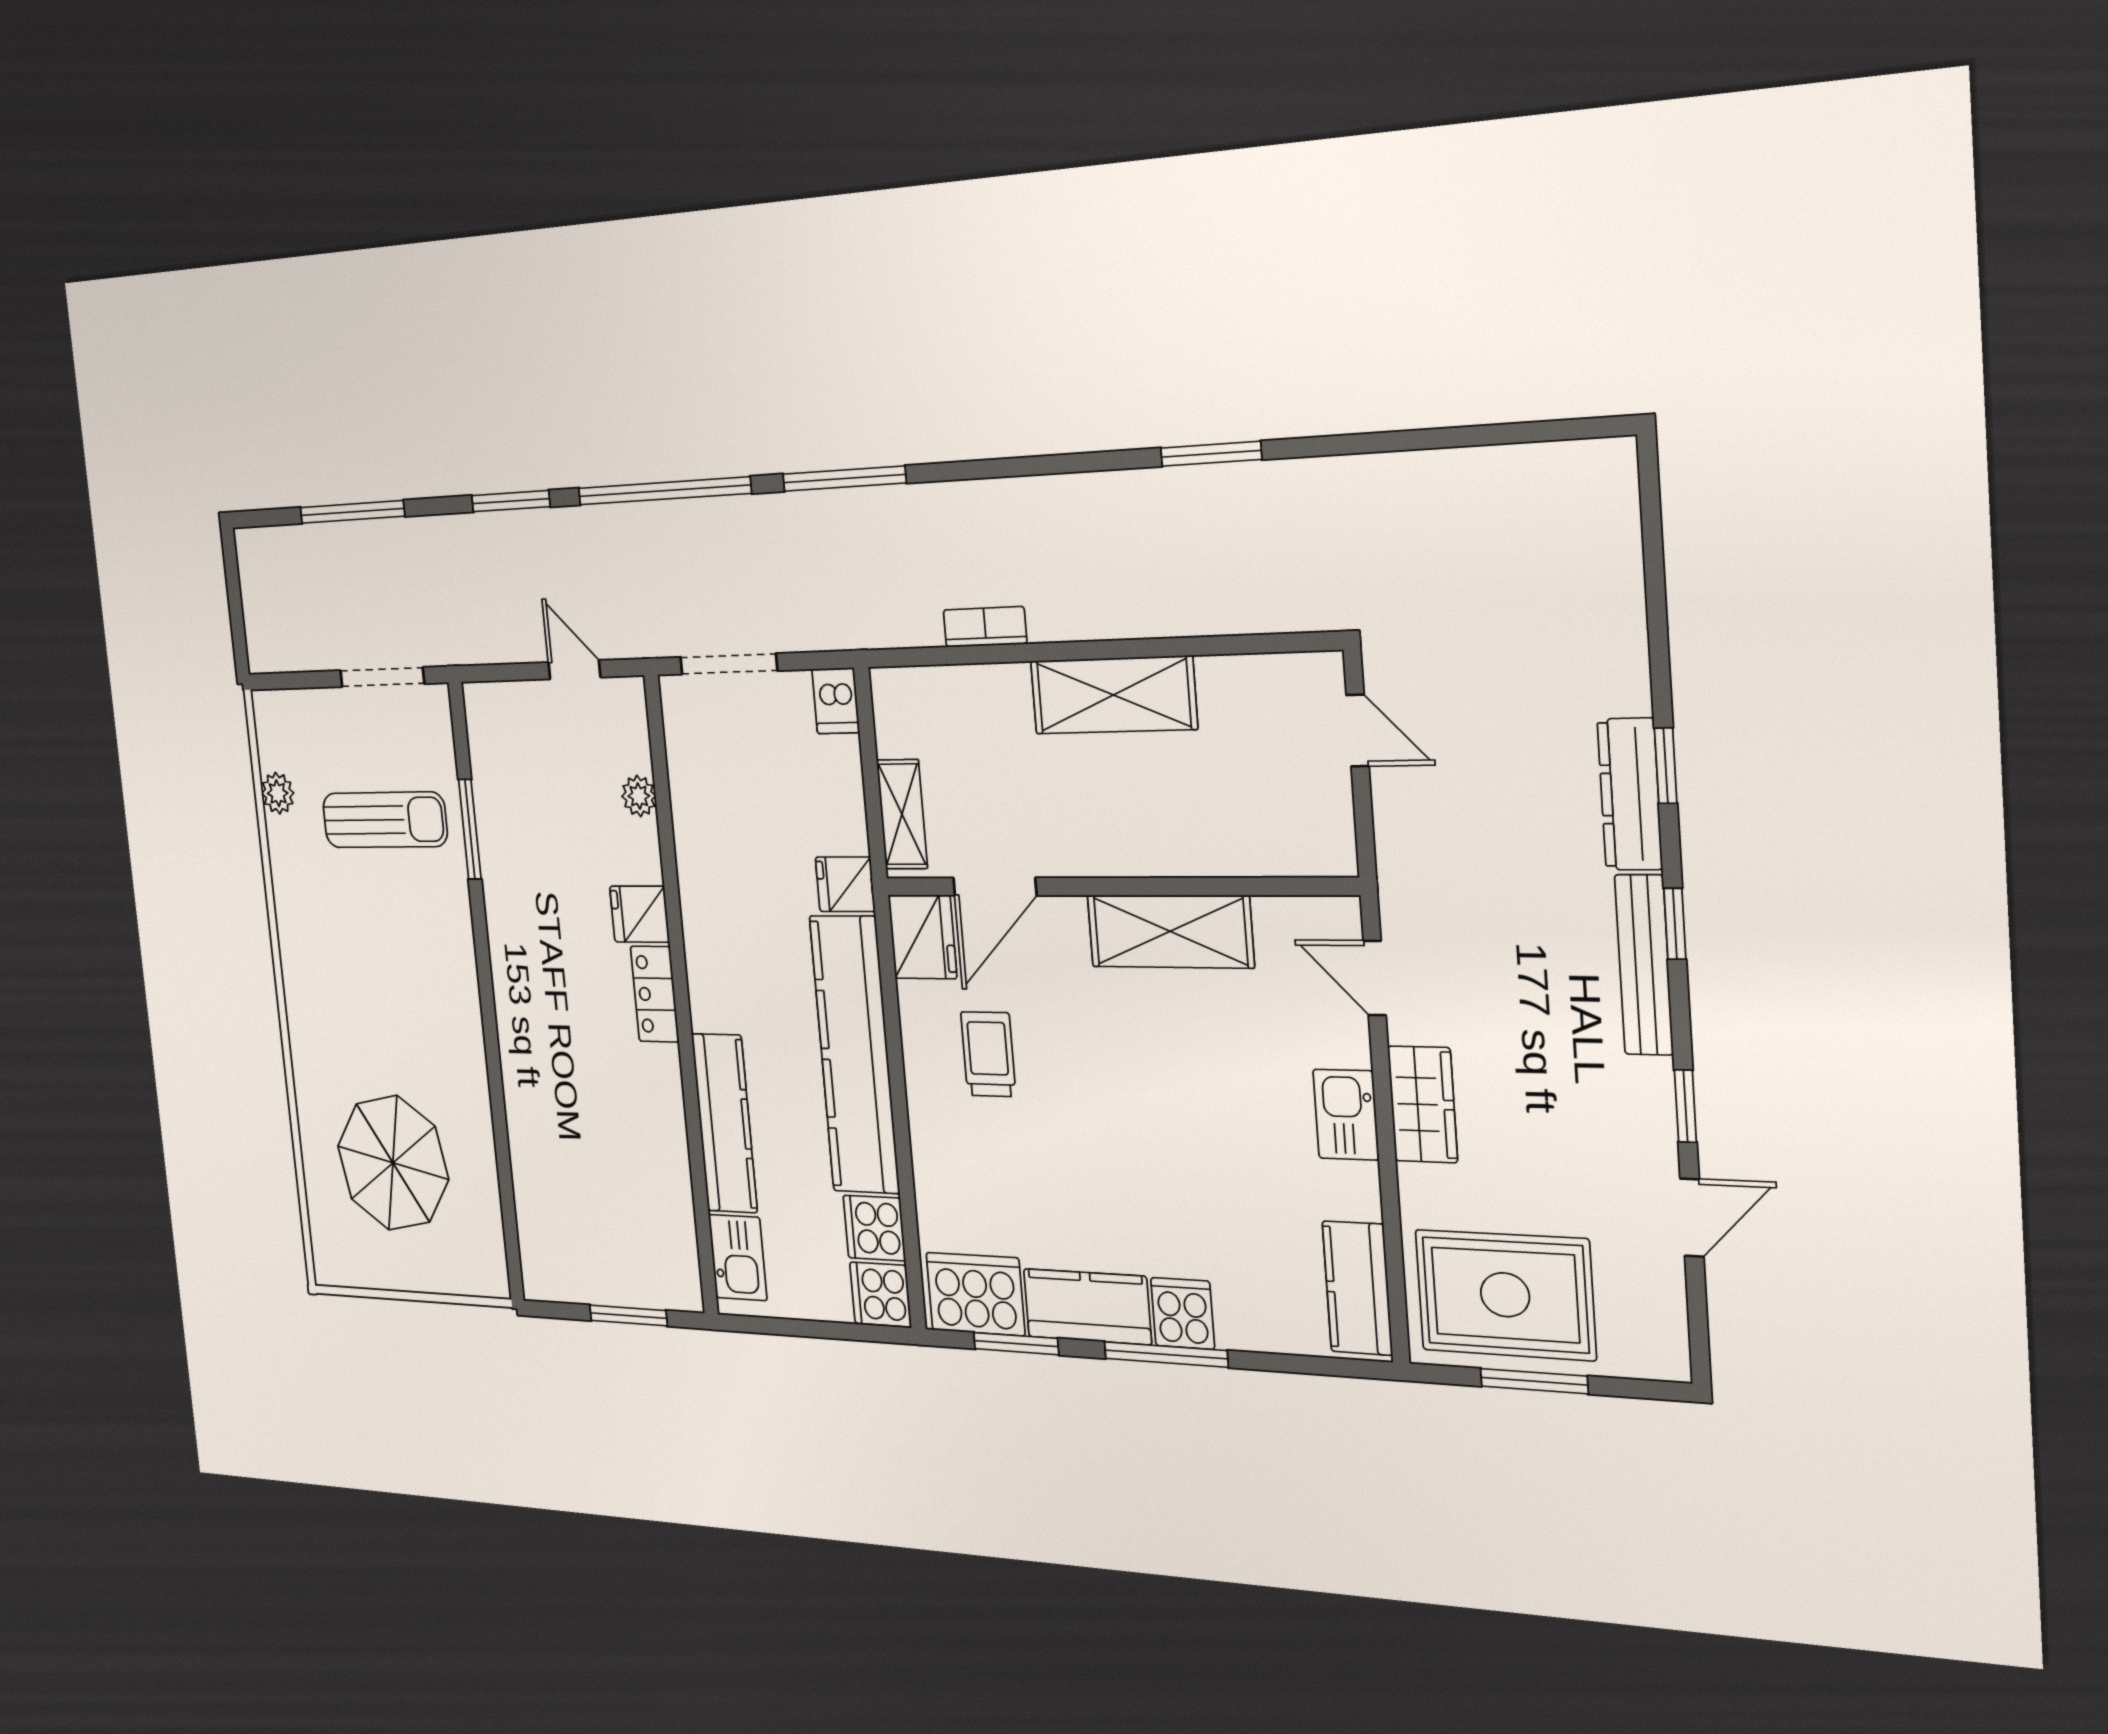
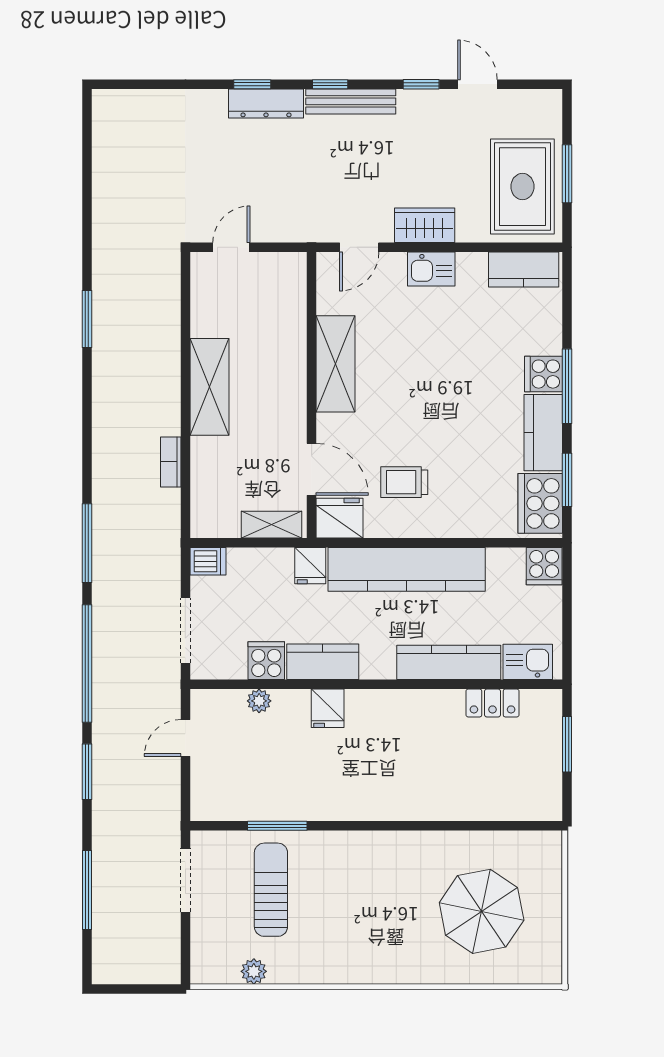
kitchen counter: (705, 906) -> (323, 662), added
locker: (655, 994) -> (492, 703), moved
cooker: (874, 1228) -> (266, 661), moved, turned 180

